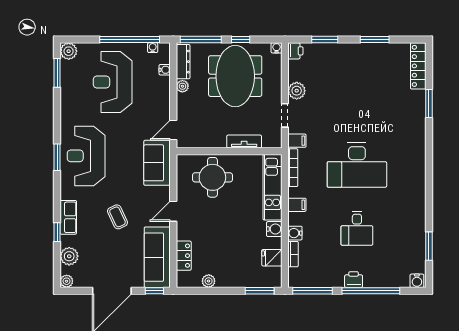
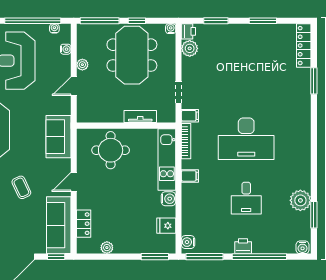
dresser: (183, 62) -> (83, 42), removed
plant: (297, 91) -> (190, 48), moved
door: (173, 130) -> (74, 86), moved
plant: (415, 231) -> (300, 200), added
water cooler: (295, 233) -> (188, 242), moved
bookcase: (293, 254) -> (186, 222), removed

